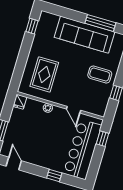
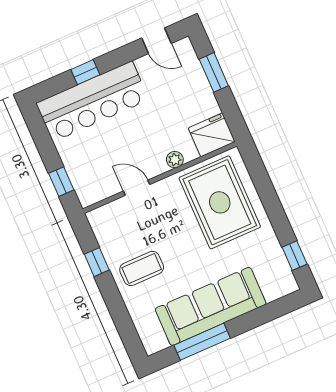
rug: (44, 74) -> (220, 202), width x1.37, depth x1.44
fridge: (20, 102) -> (212, 135), width x1.88, depth x1.34
bar counter: (83, 149) -> (93, 101), moved, turned 90

